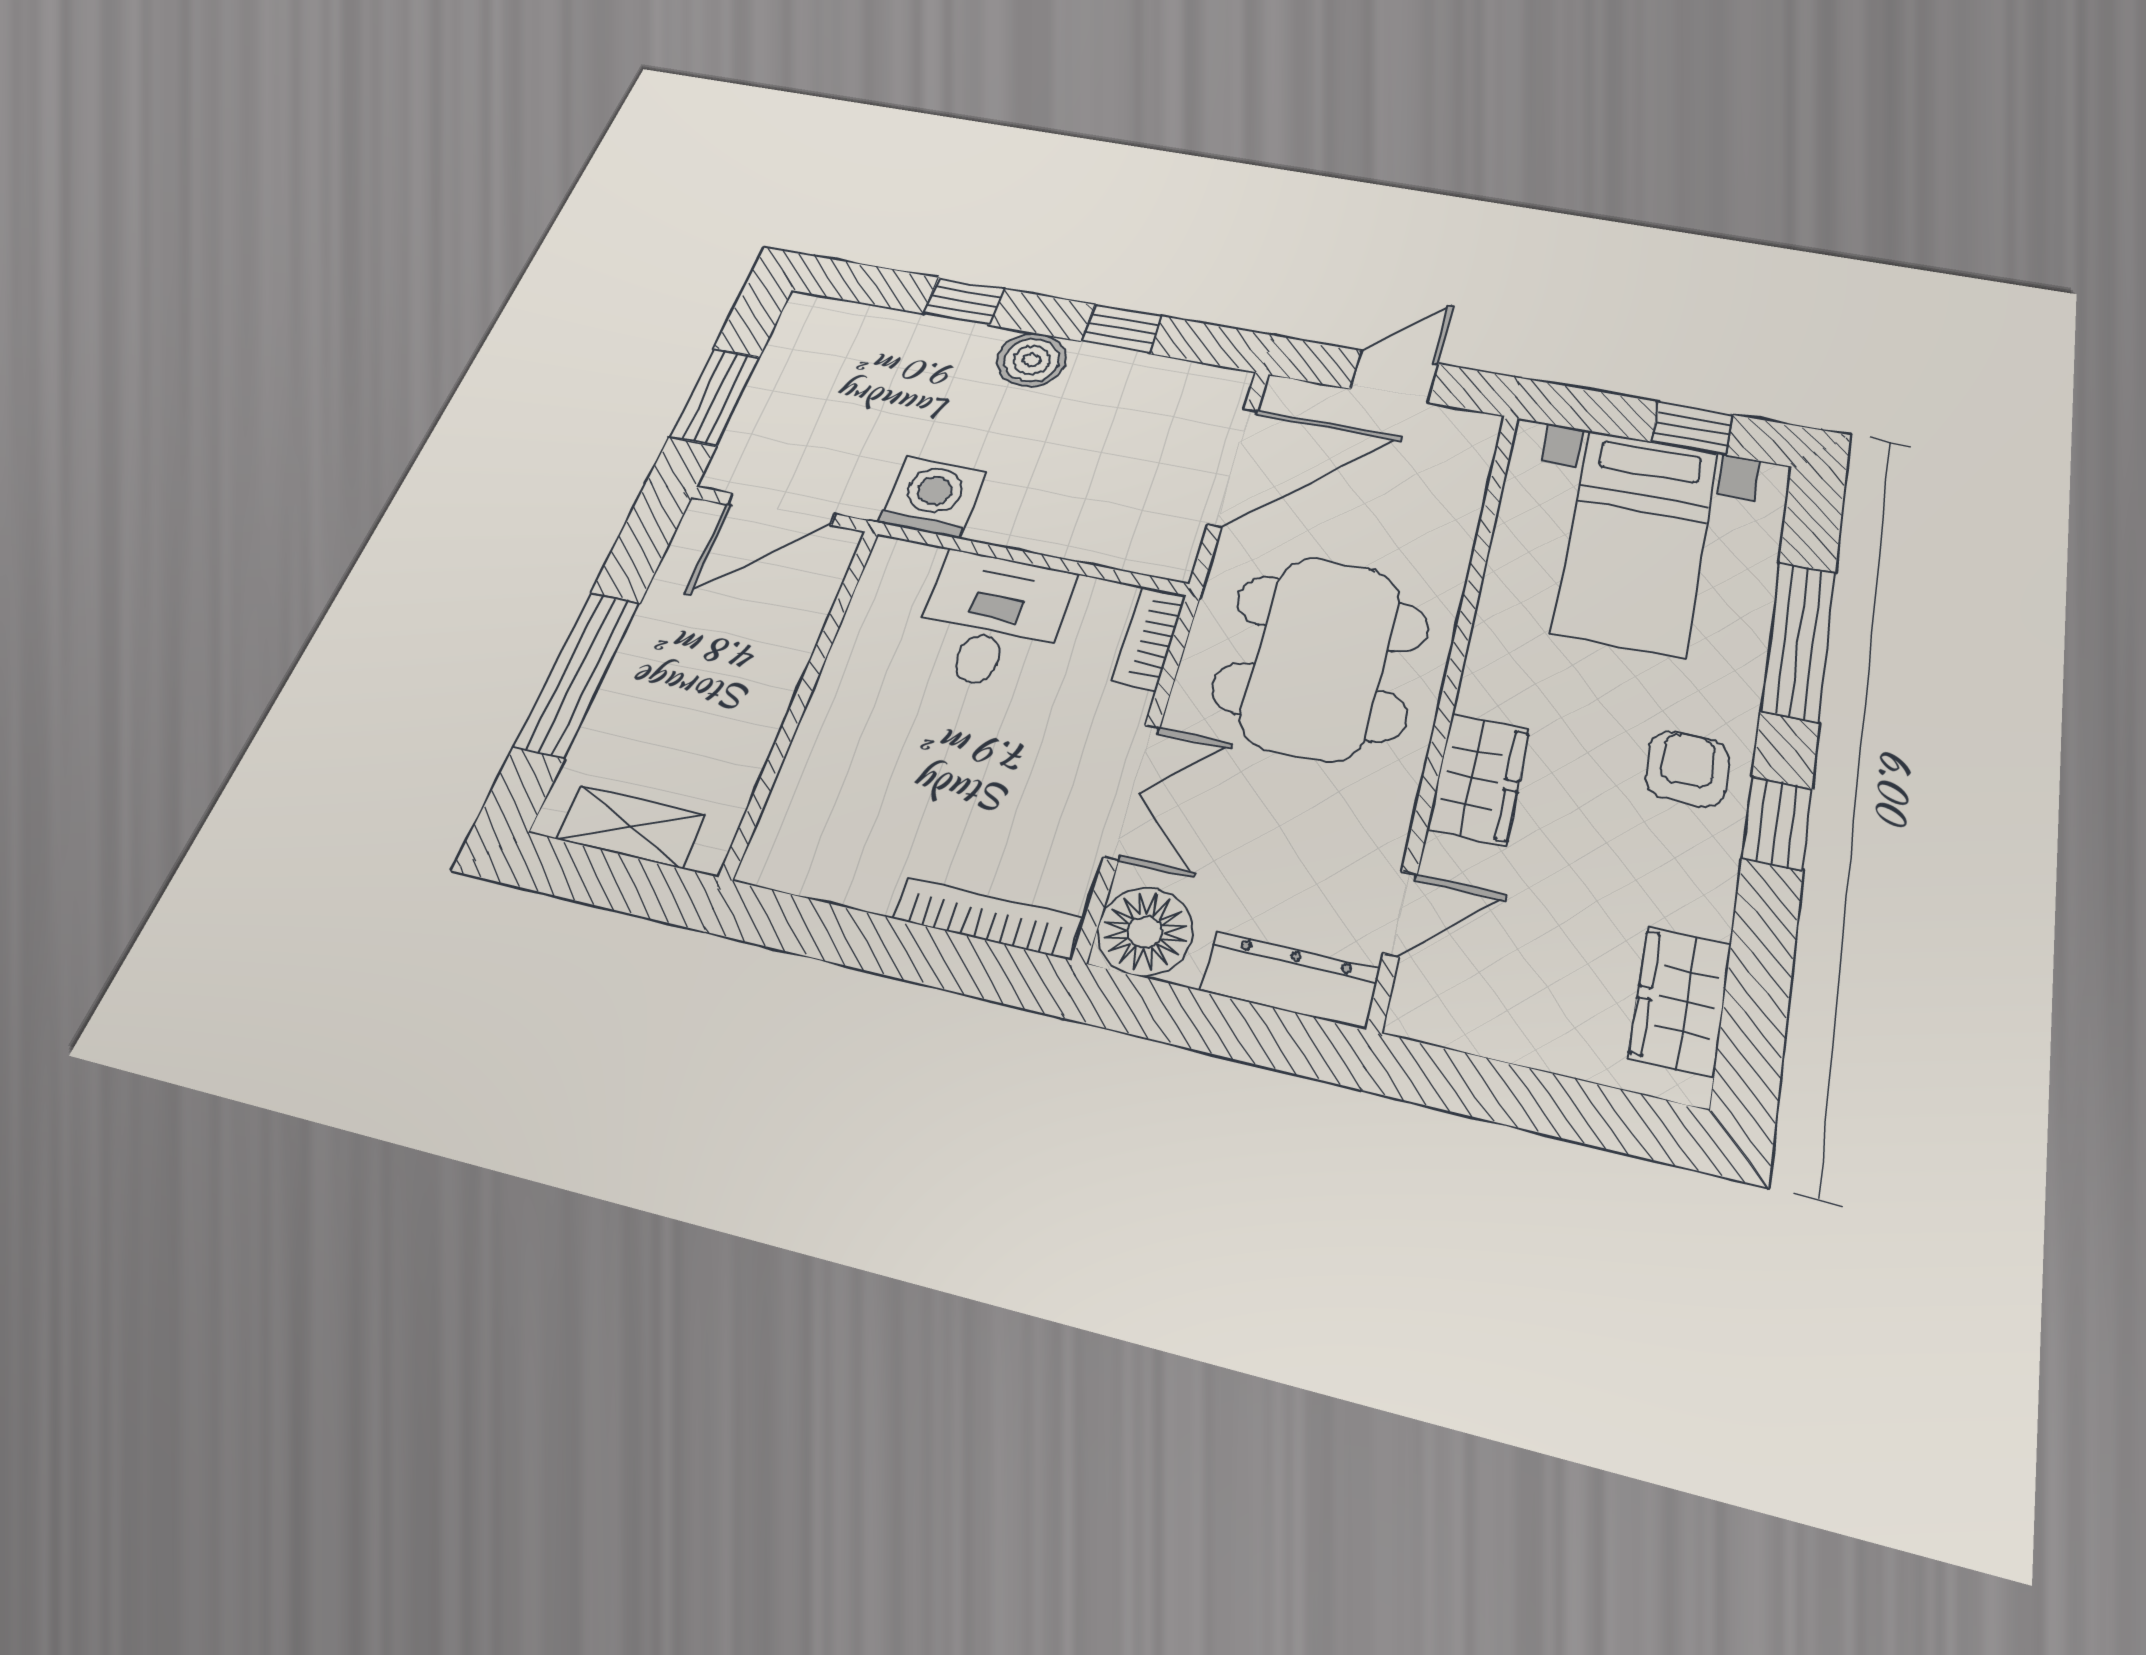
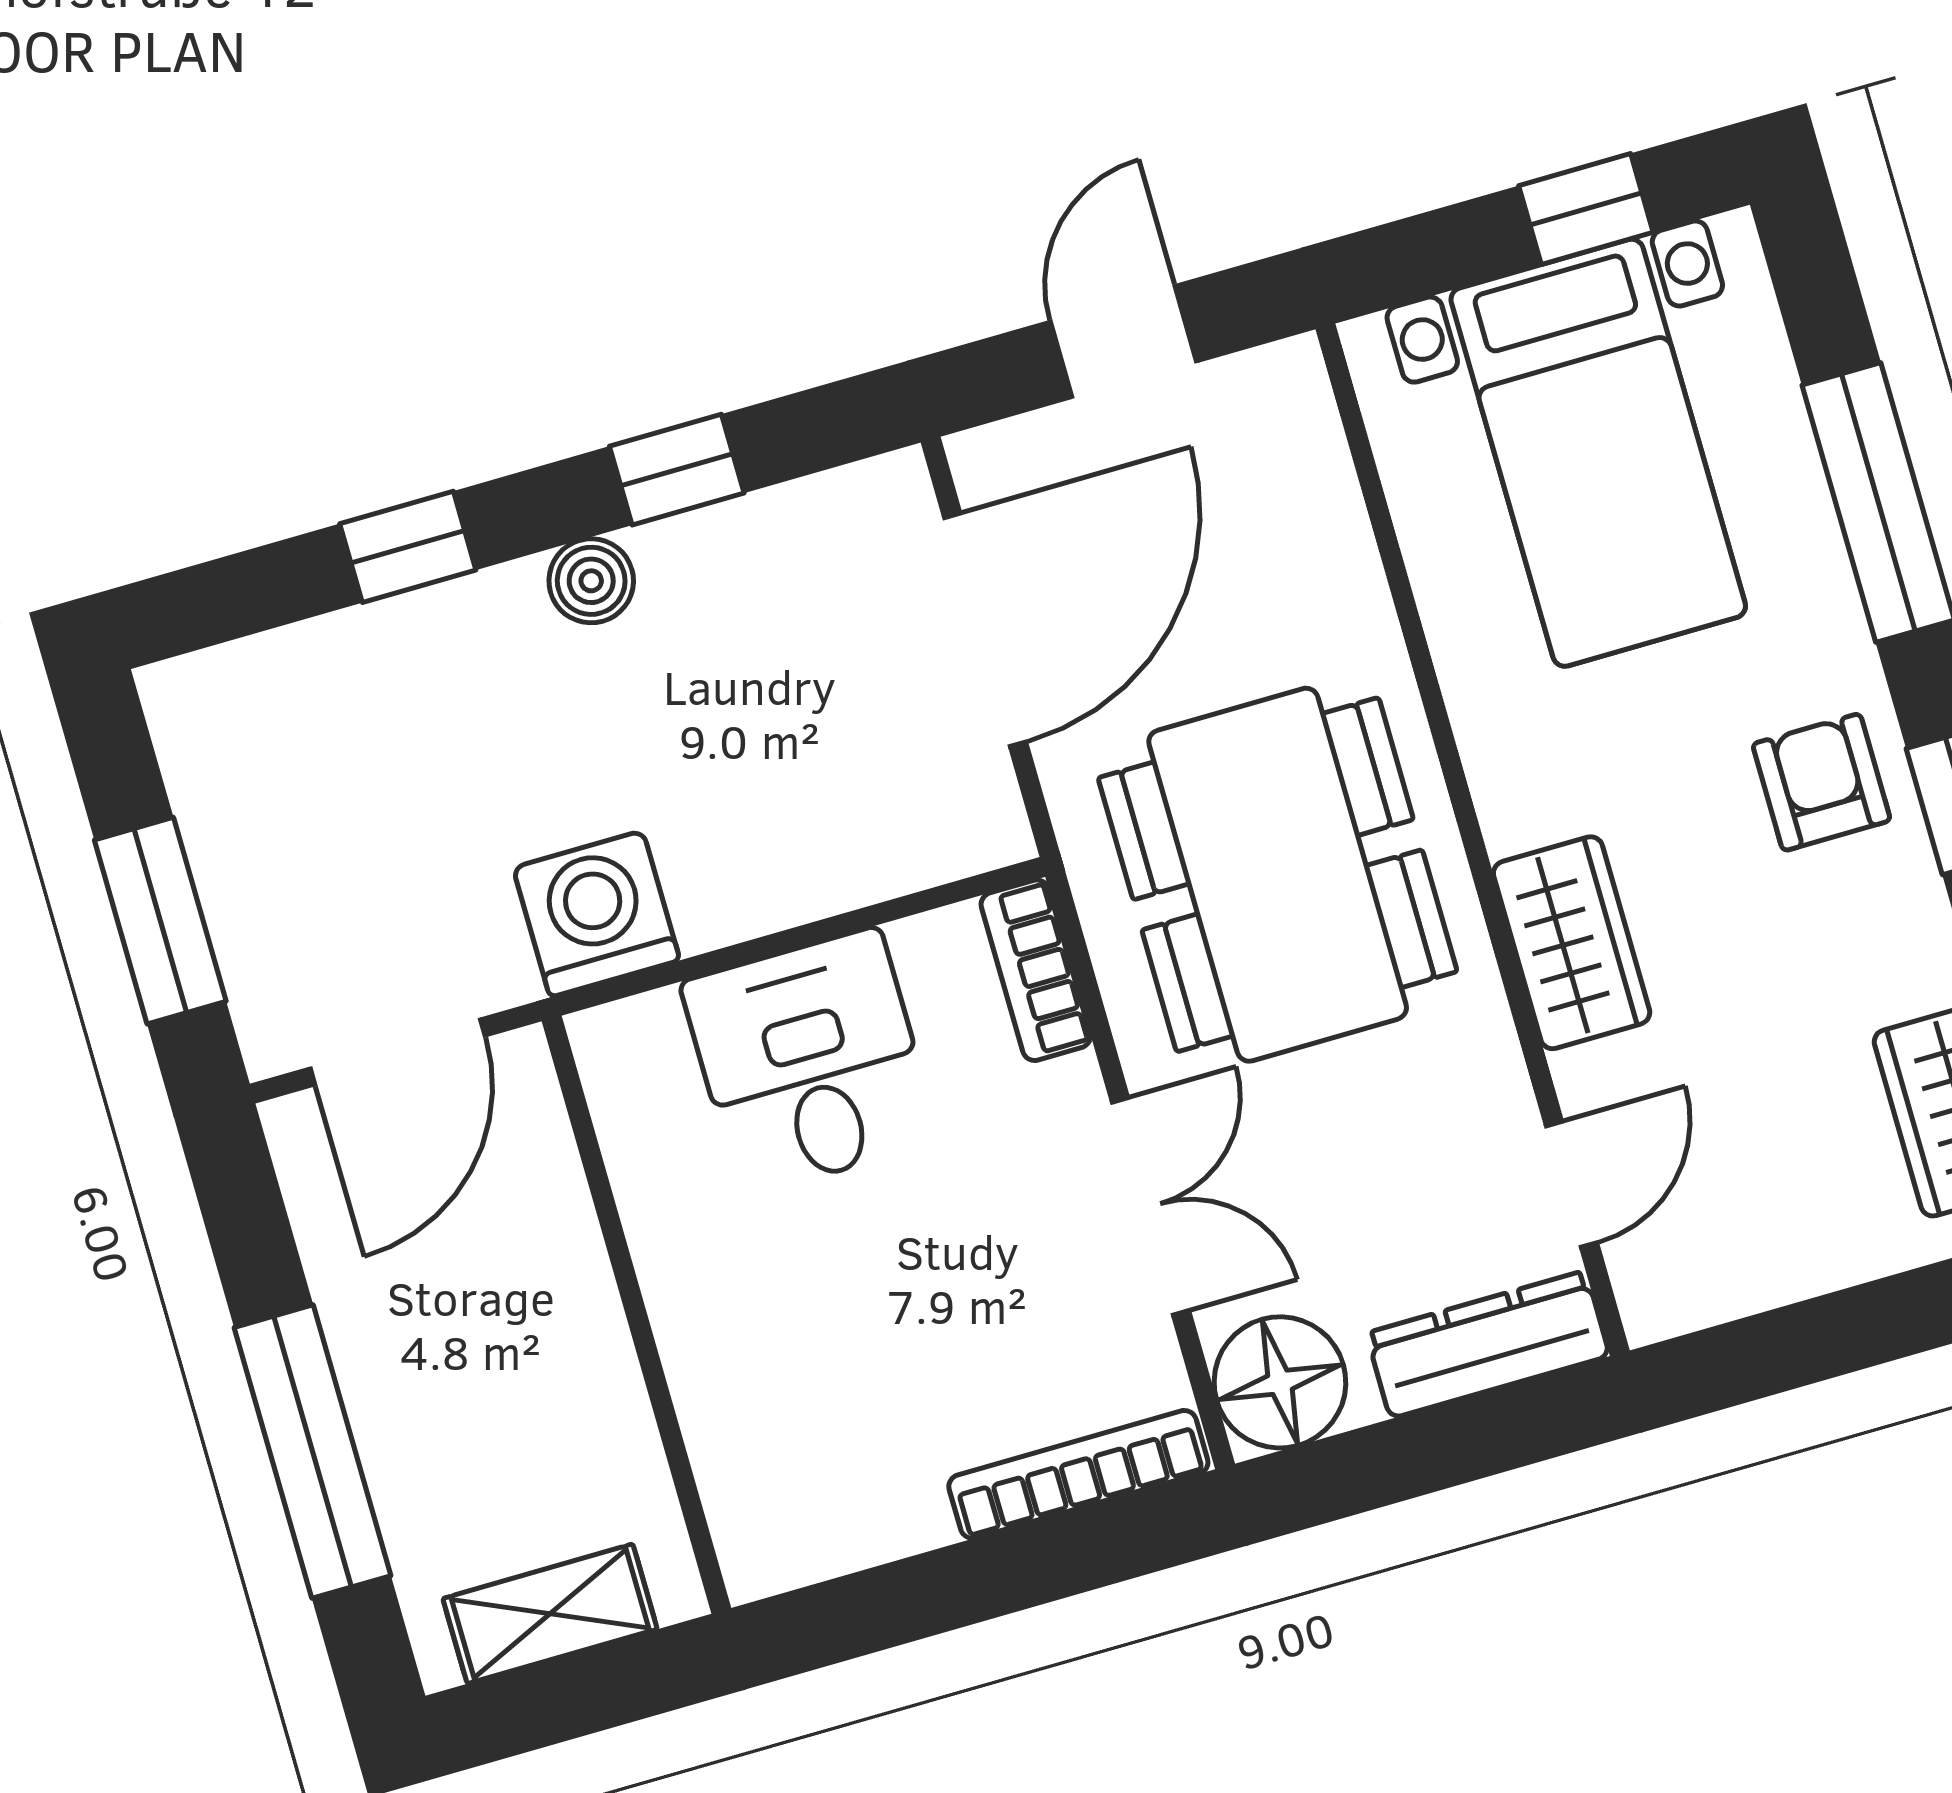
boiler: (1032, 360) -> (591, 581), width x0.73, depth x0.73

